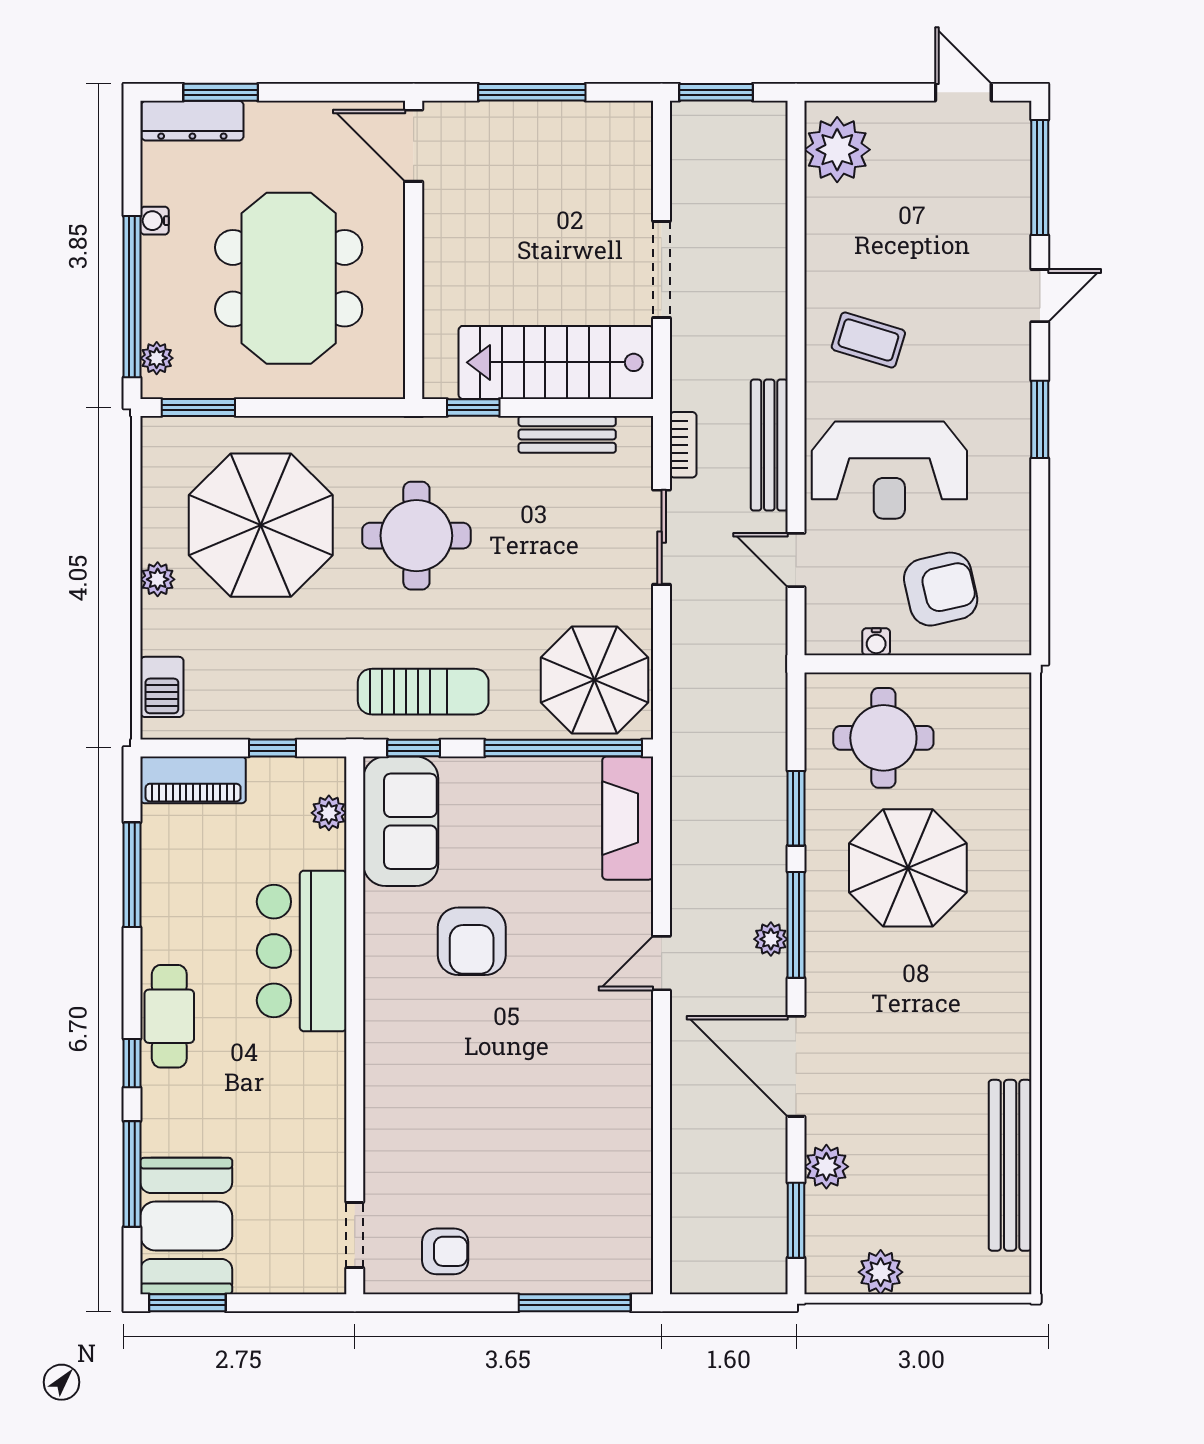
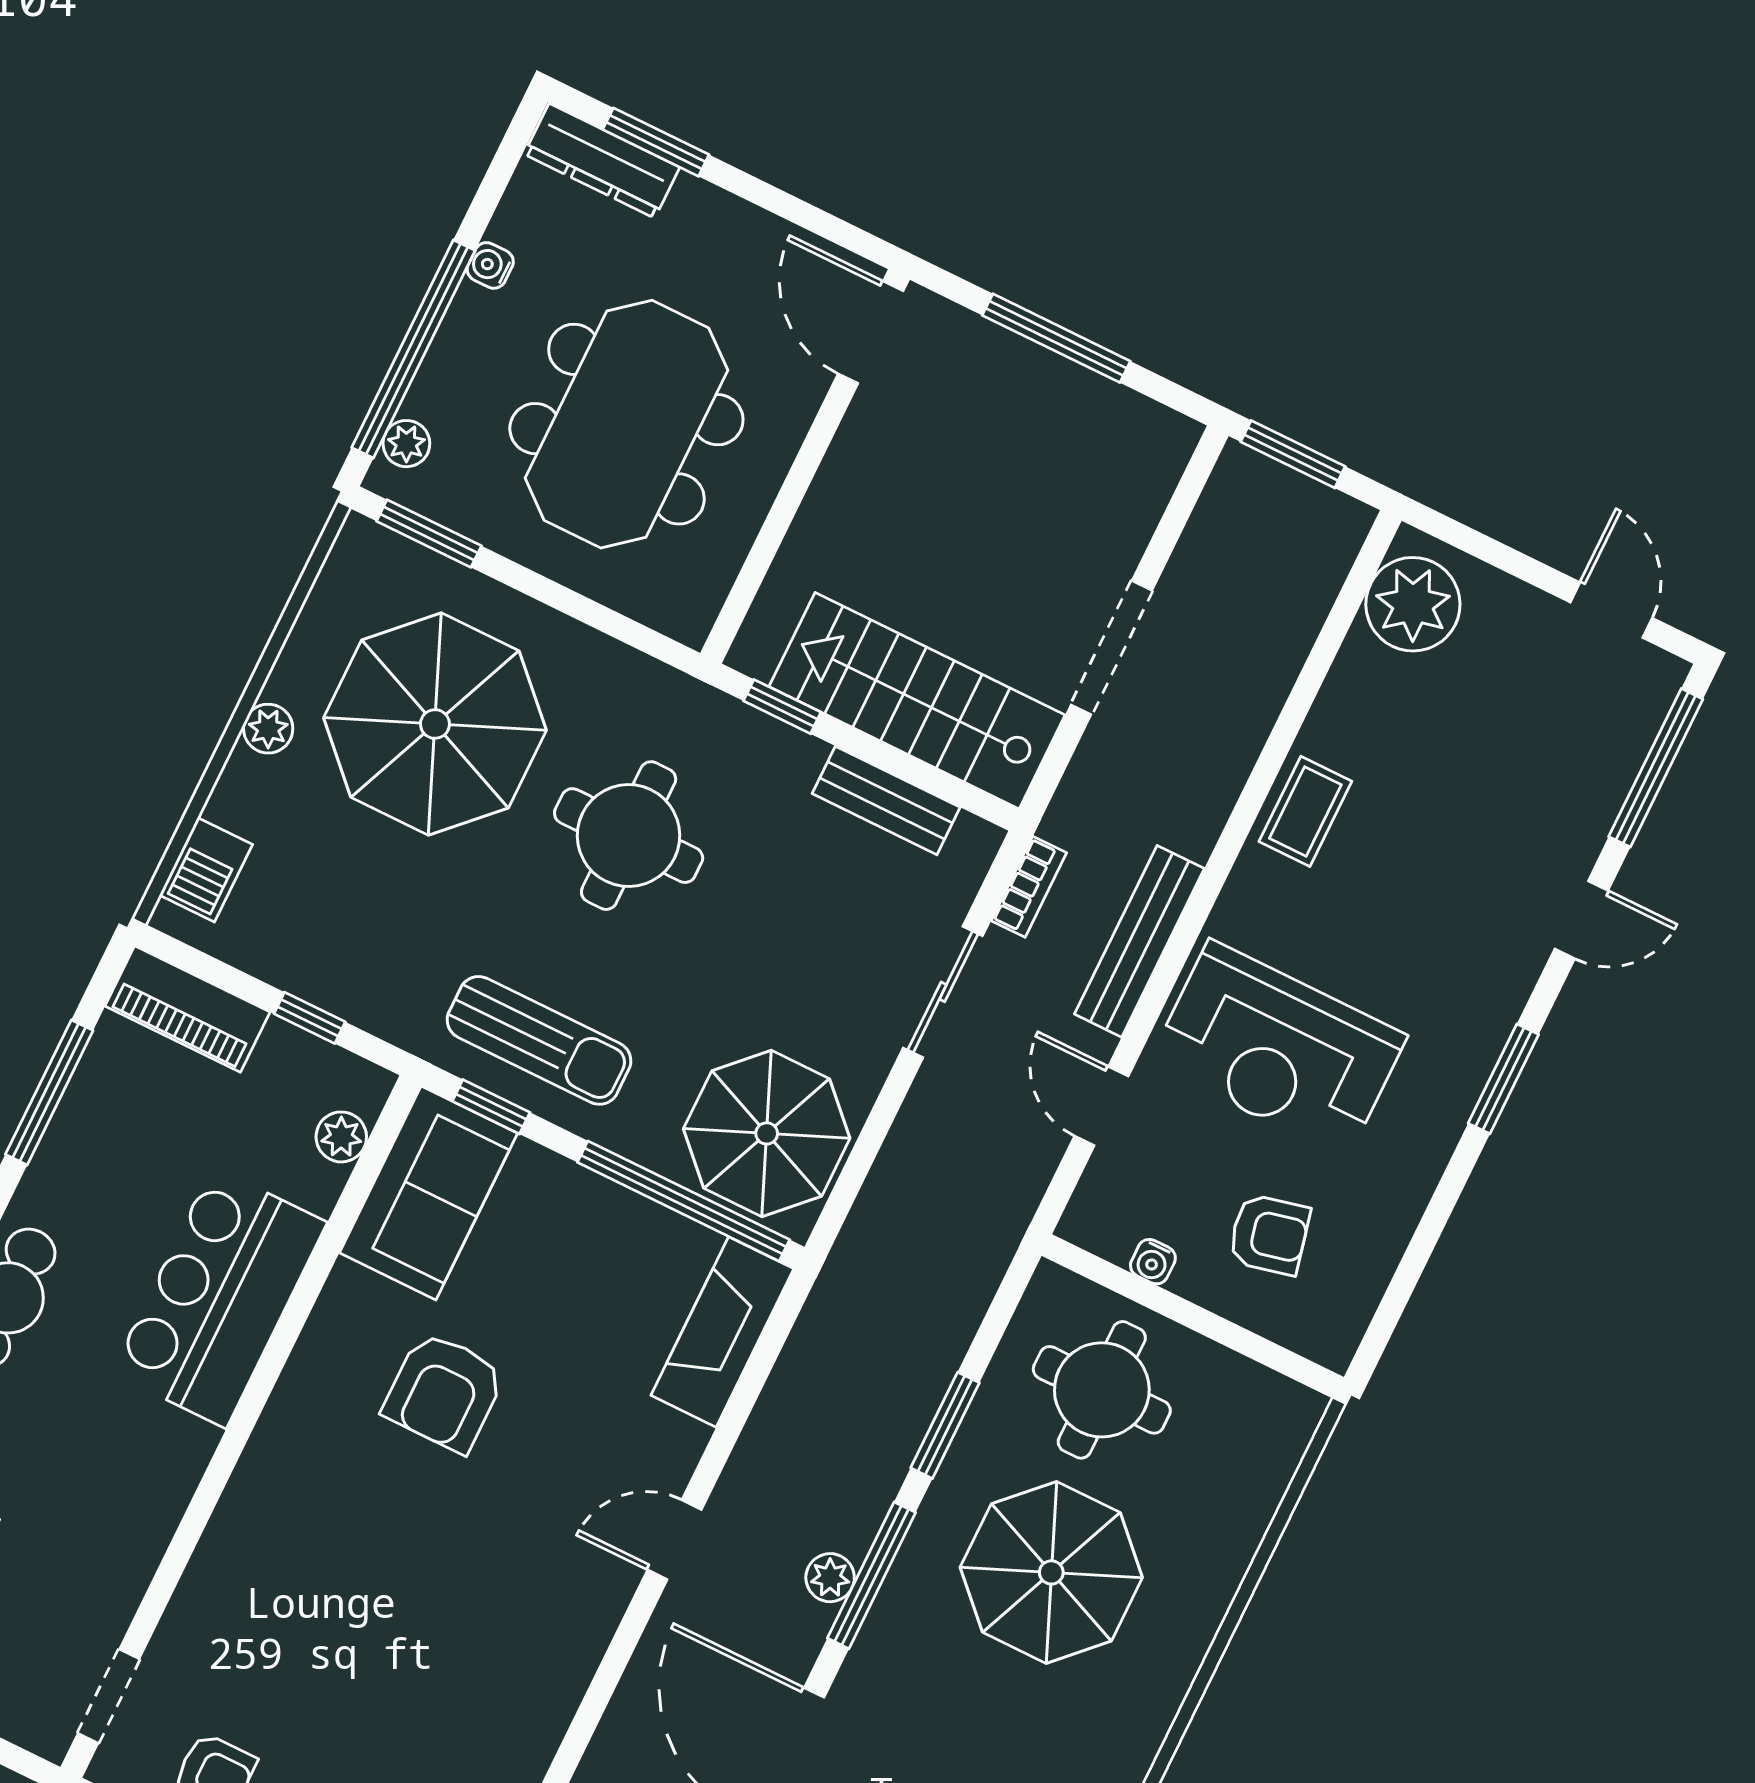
coffee table: (868, 340) -> (1305, 811), moved, turned 73
armchair: (941, 589) -> (1269, 1234), width x0.72, depth x0.72

